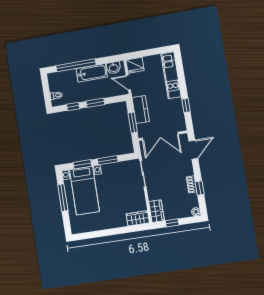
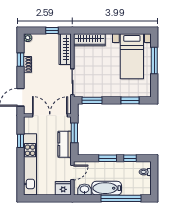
kitchen unit: (171, 75) -> (30, 164), width x1.36
door: (128, 83) -> (72, 172), hinge flipped
window: (108, 160) -> (92, 100), moved
bed with nightstands: (84, 191) -> (132, 56), moved, turned 180
window: (63, 198) -> (154, 61), moved
wardrobe: (156, 211) -> (65, 49), width x1.50
wardrobe: (138, 218) -> (89, 40), width x1.50

